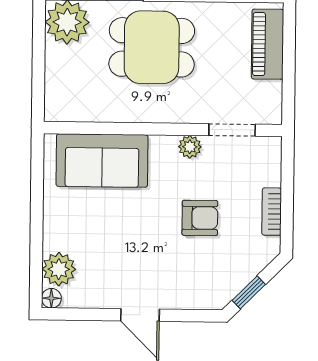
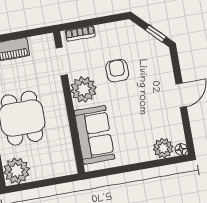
plant: (190, 147) -> (83, 89), width x1.88, depth x1.88
bookcase: (272, 212) -> (80, 33), moved

